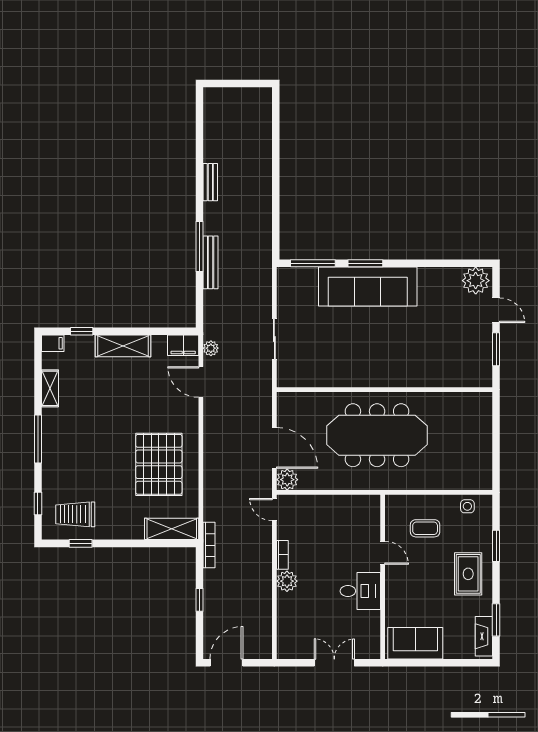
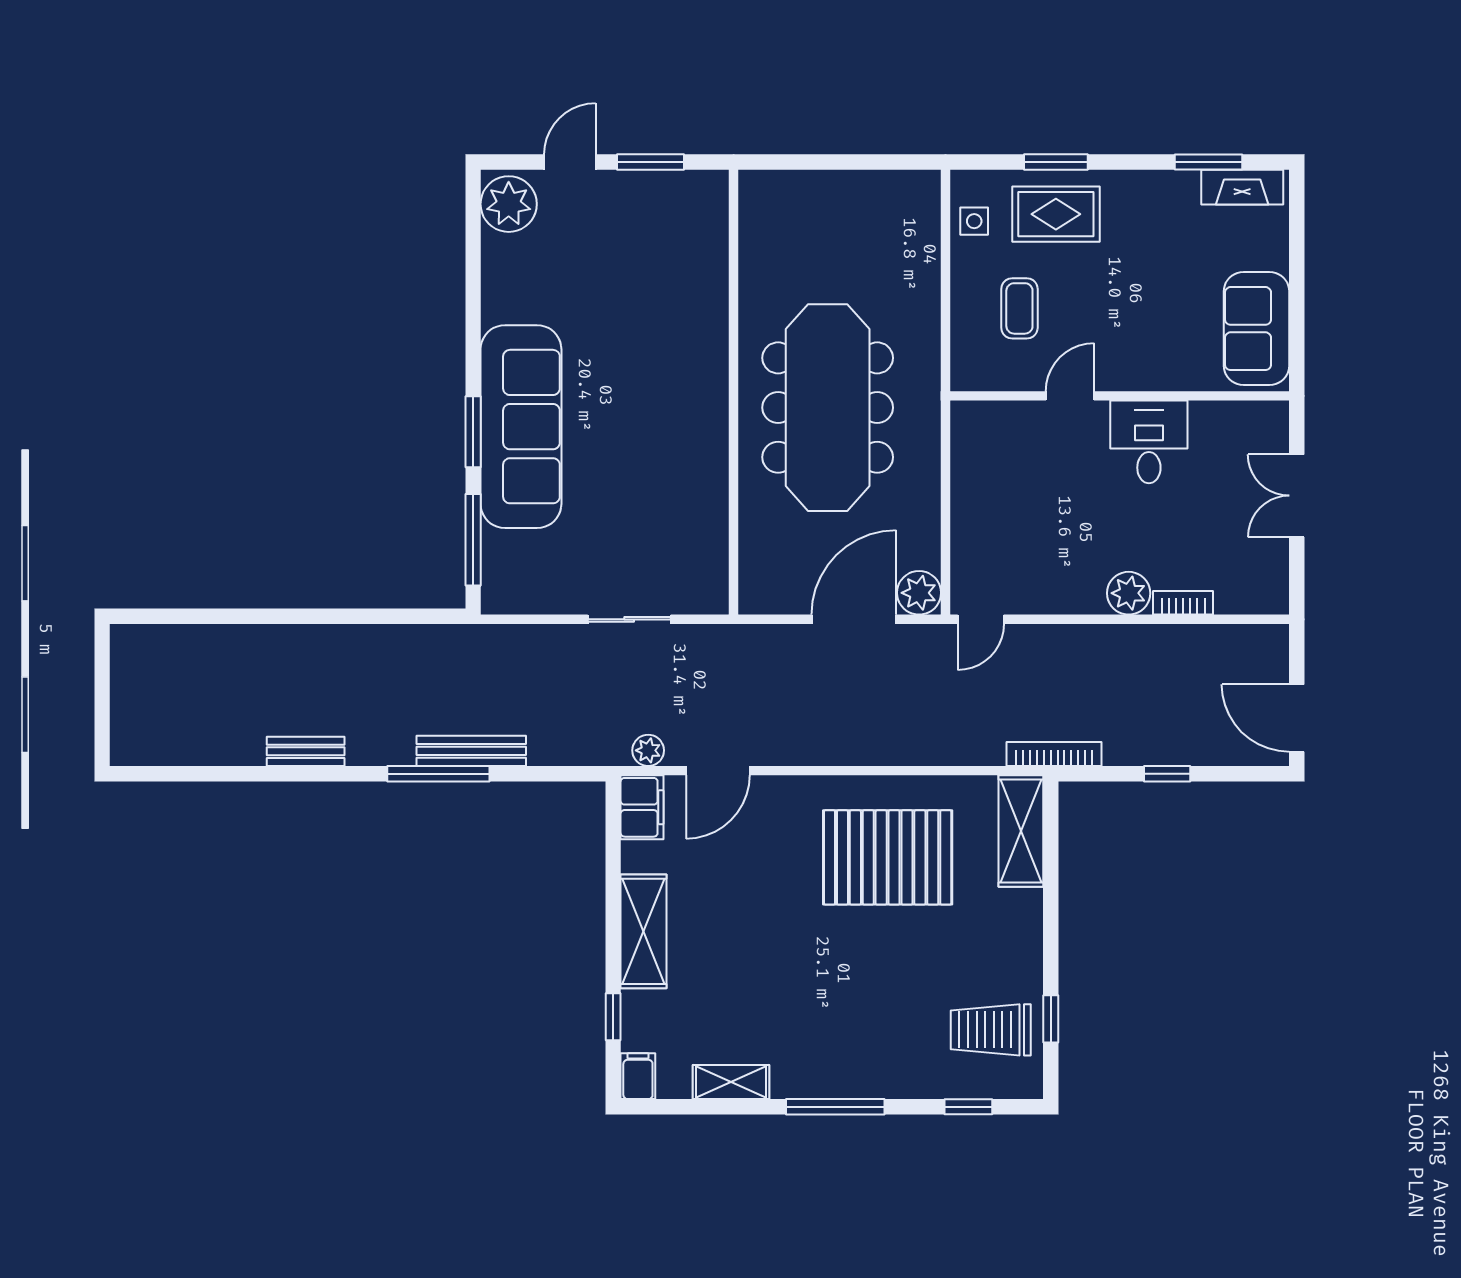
trolley: (75, 514) -> (991, 1030), turned 90
bookcase: (282, 555) -> (1183, 603), moved
rug: (468, 574) -> (1056, 214), moved

